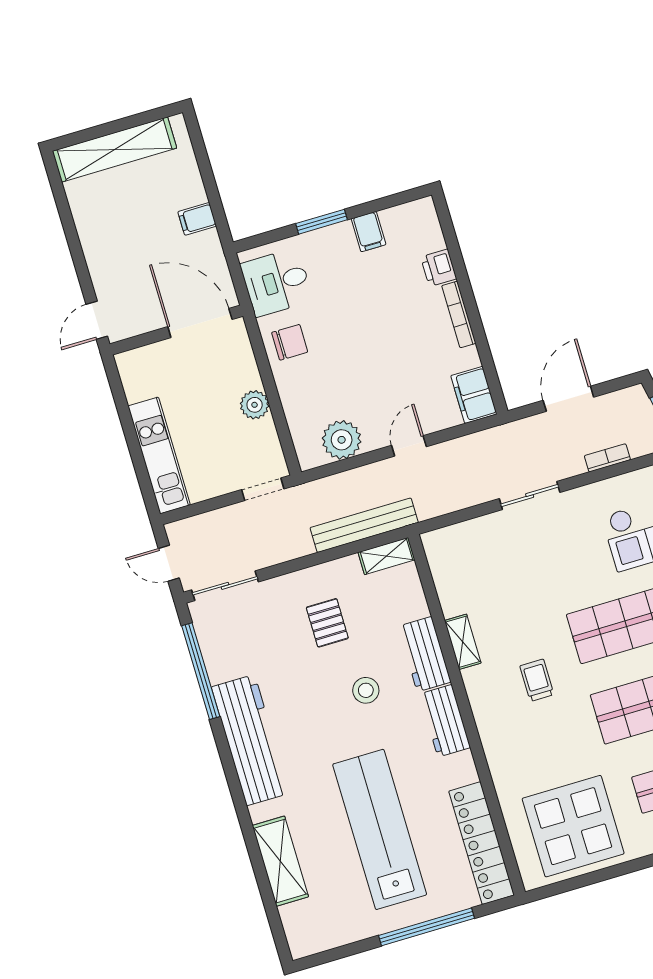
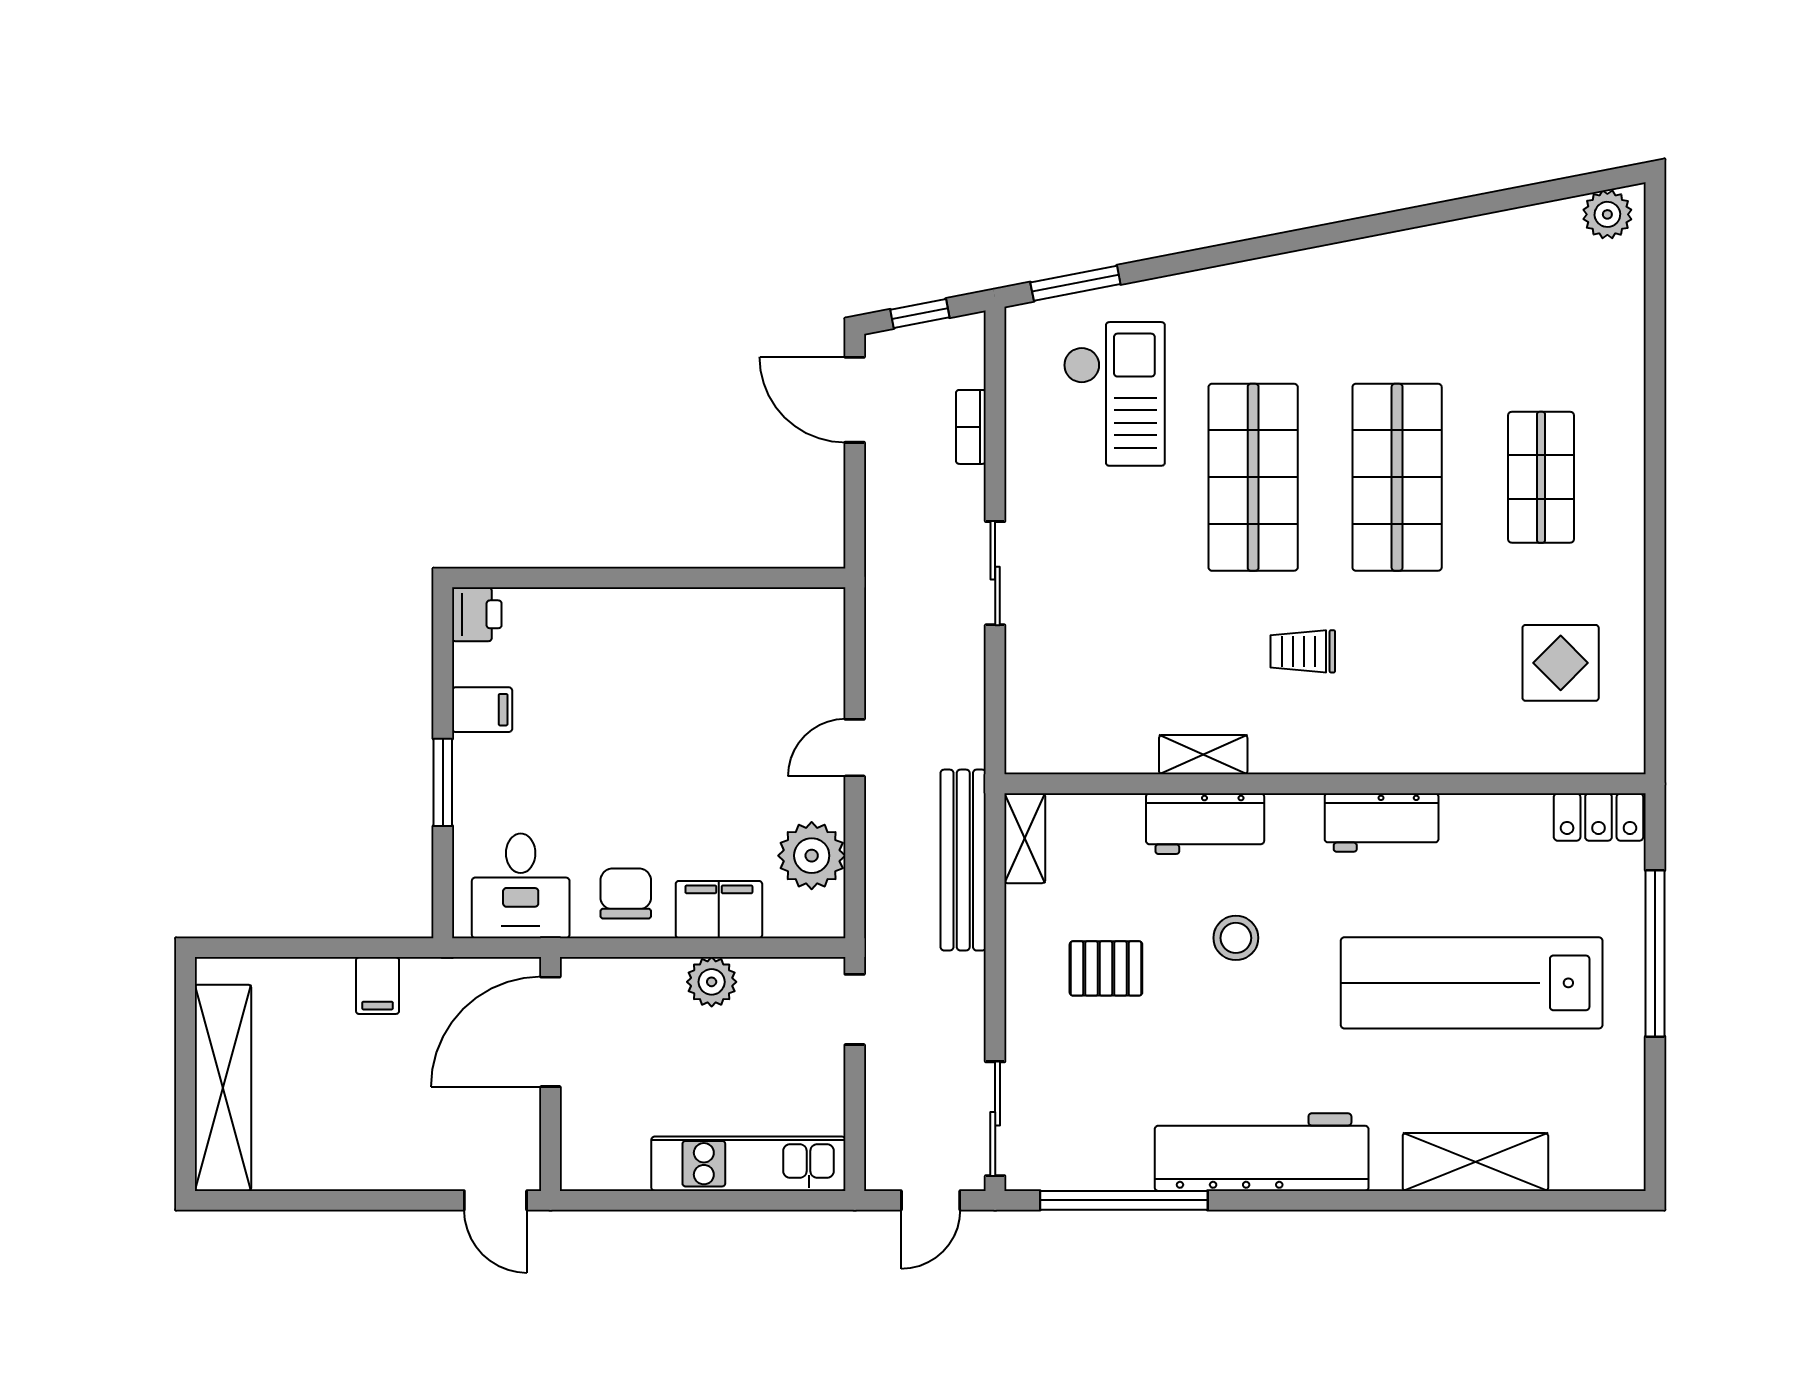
printer: (439, 268) -> (477, 614), moved, turned -90
bookcase: (459, 315) -> (663, 602), removed
filing cabinet: (474, 395) -> (719, 910), moved, turned 180
door: (568, 399) -> (855, 400), moved
door: (409, 446) -> (855, 748), hinge flipped
workbench: (445, 721) -> (1382, 823), moved
display table: (573, 826) -> (1561, 663), width x0.54, depth x0.54
locker: (481, 843) -> (1599, 817), width x0.46, depth x0.83

